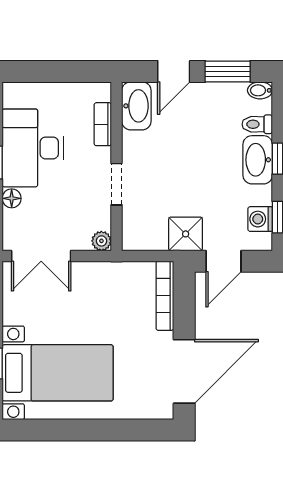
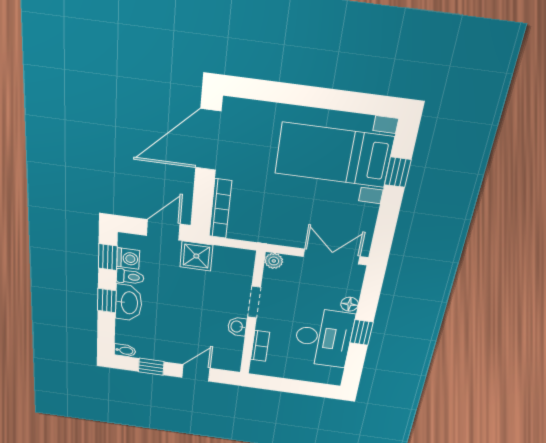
window: (228, 71) -> (151, 367), width x0.67
washbasin: (136, 106) -> (237, 327), moved, width x0.52, depth x0.69
toilet: (257, 124) -> (130, 277), moved

